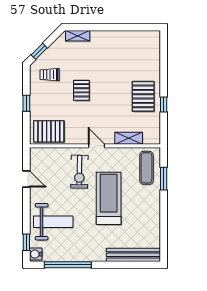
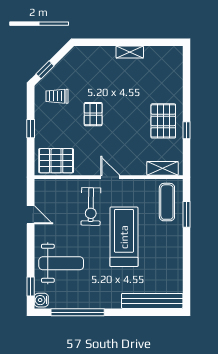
shelving: (78, 36) -> (130, 52), moved
shelving: (129, 138) -> (163, 168), moved

